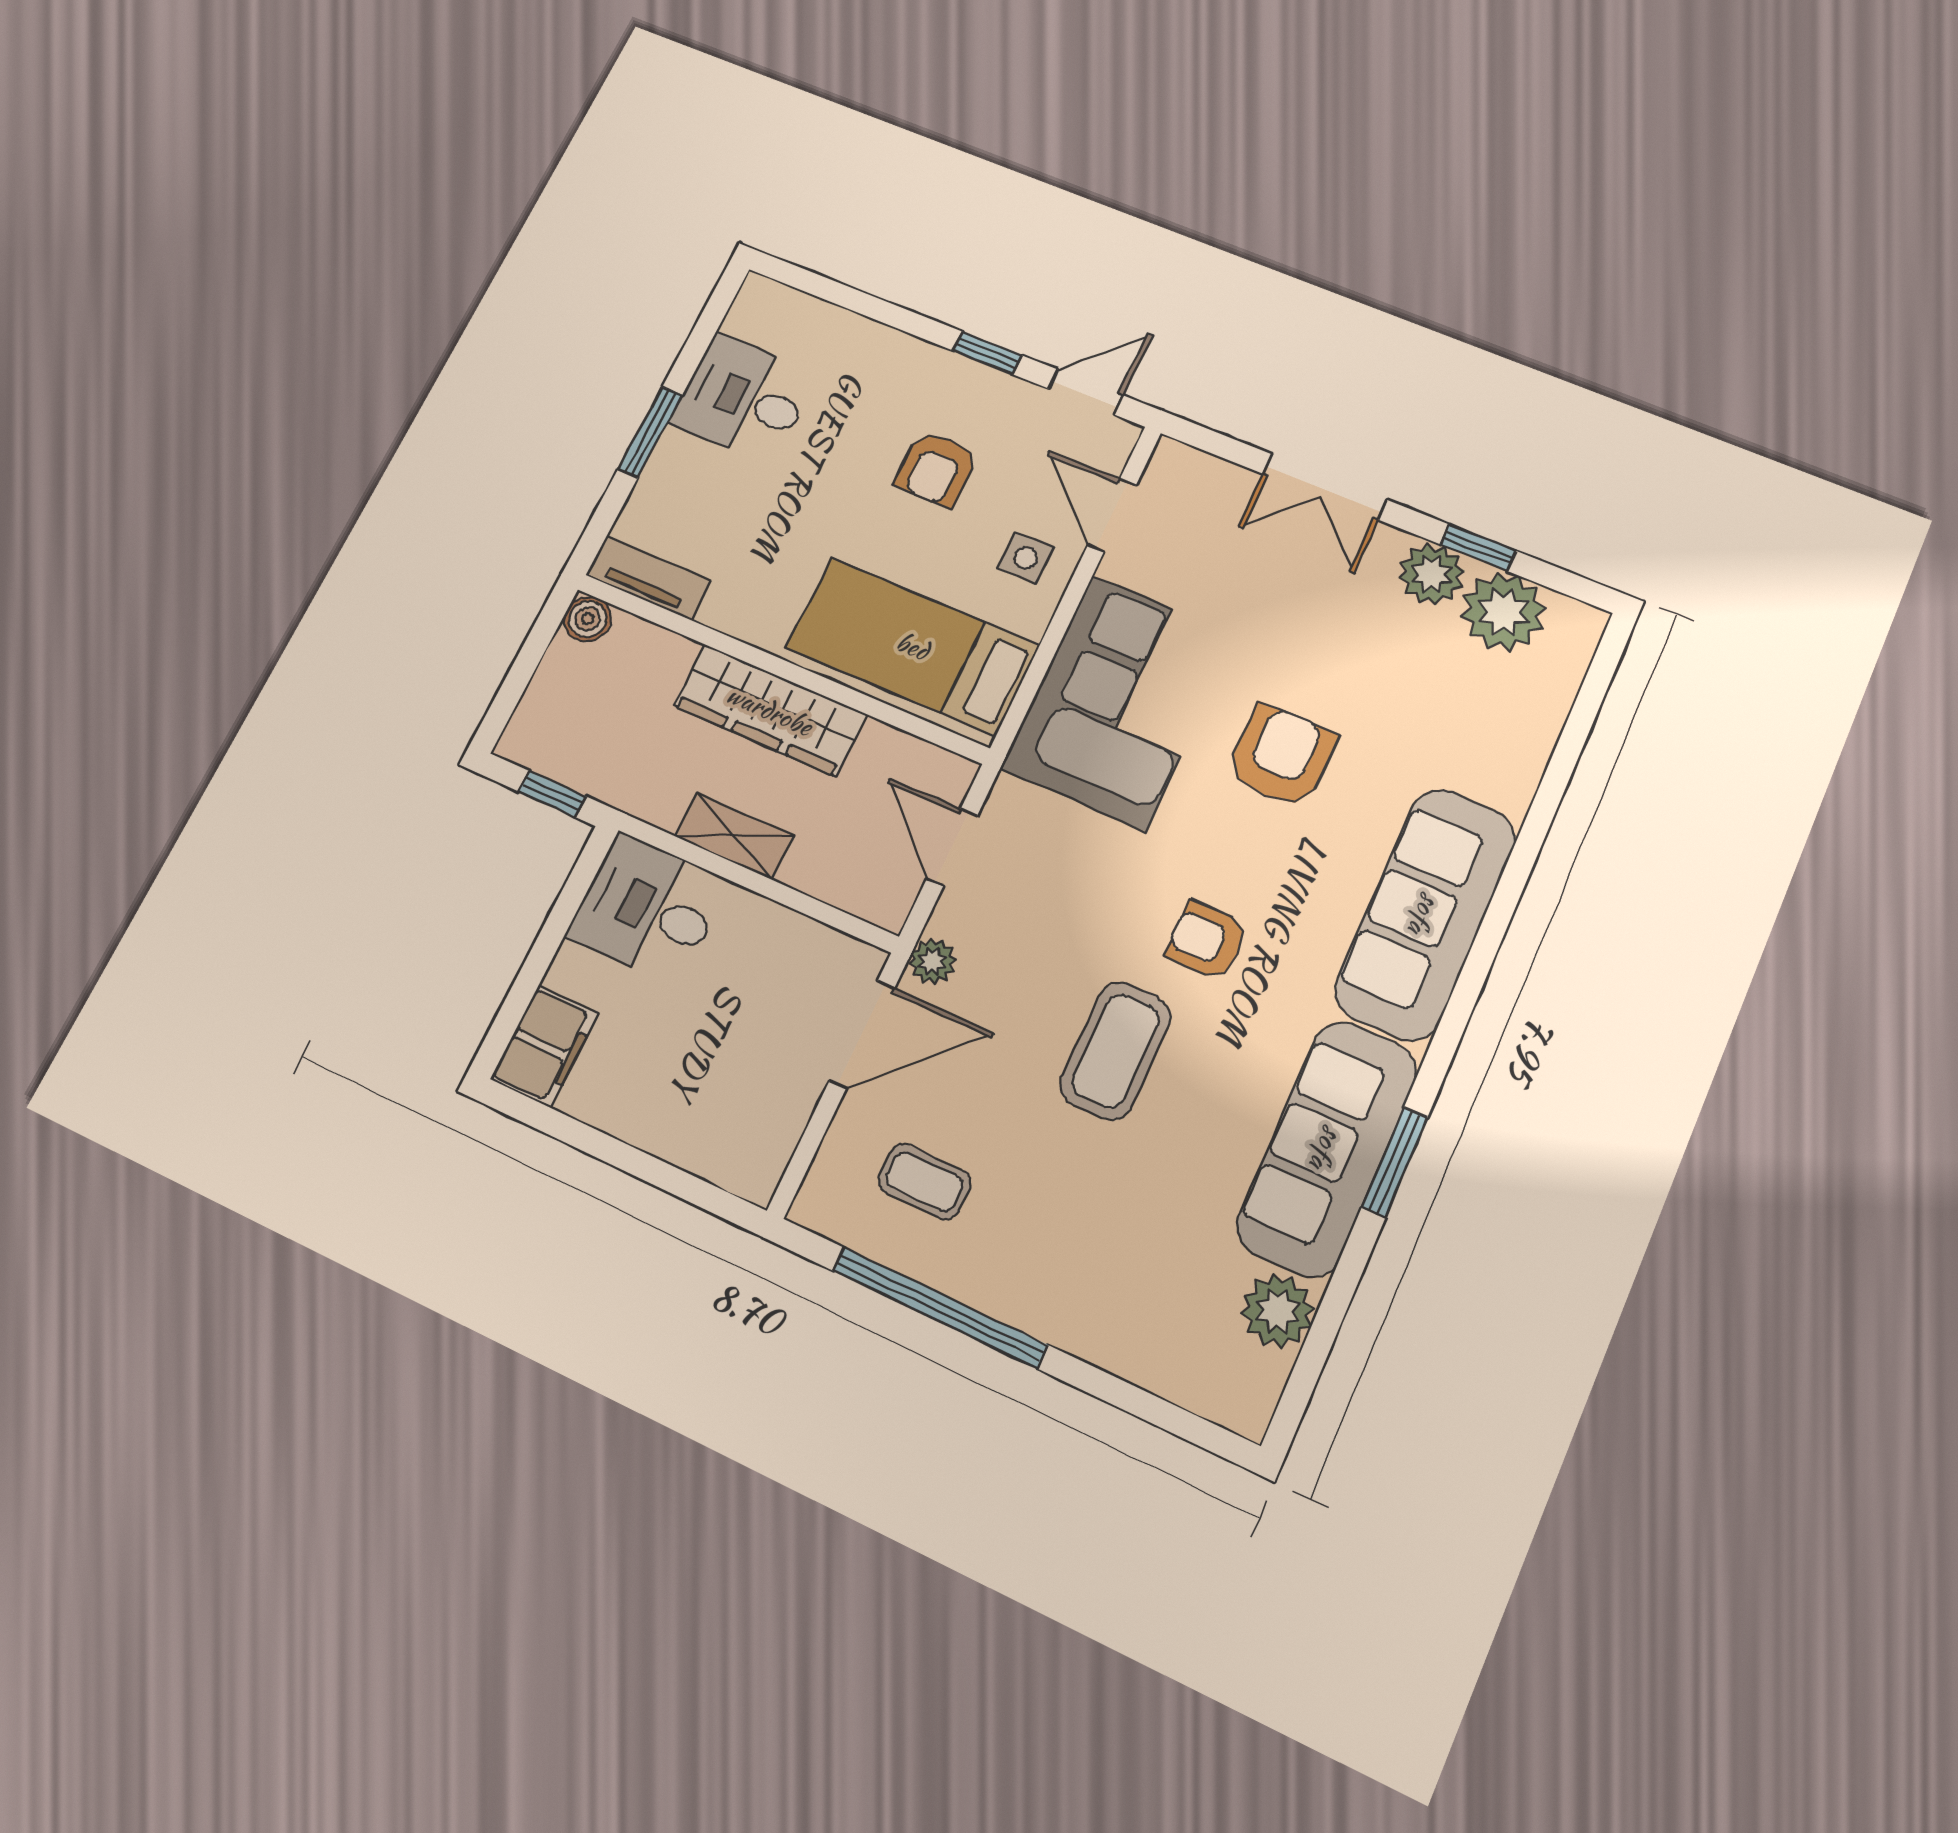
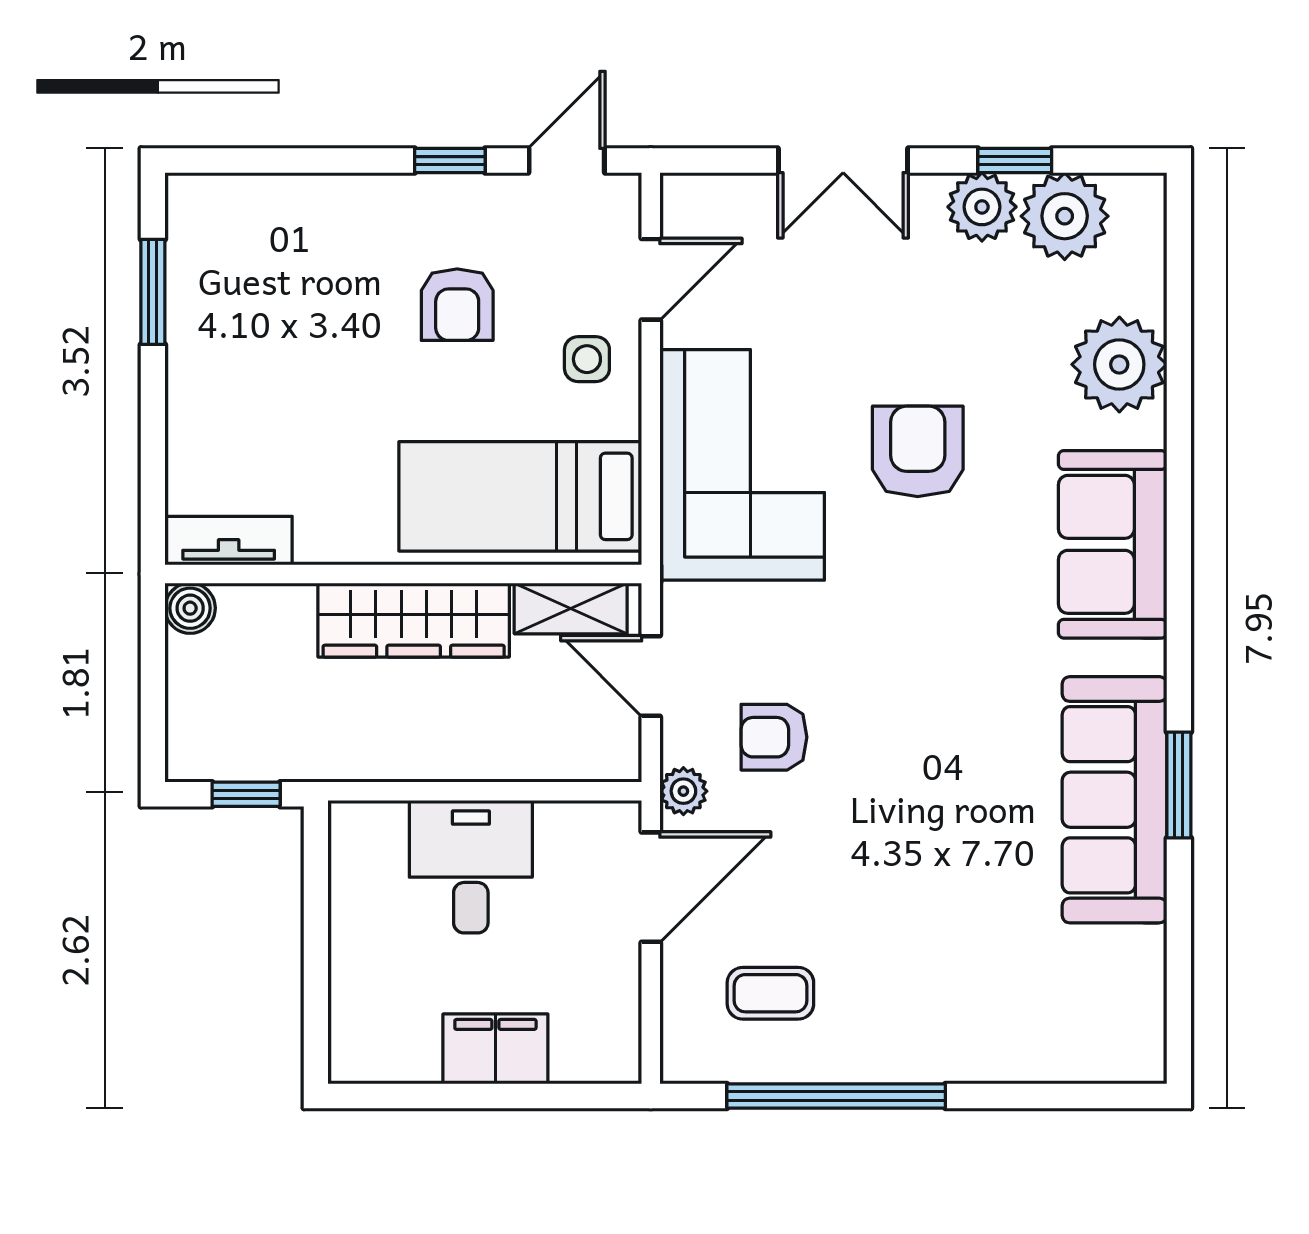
desk: (744, 399) -> (229, 314), removed
window: (650, 432) -> (153, 292), moved
door: (1112, 515) -> (651, 279), swing flipped
shelving: (734, 836) -> (571, 608), moved
desk: (648, 909) -> (471, 867), moved, turned 90
sofa: (1425, 914) -> (1113, 544), width x0.73
armchair: (1207, 941) -> (774, 737), moved
filing cabinet: (544, 1046) -> (495, 1049), moved, turned -90
coffee table: (1115, 1051) -> (888, 798), removed
plant: (1278, 1311) -> (1119, 364), moved, width x1.36, depth x1.36

